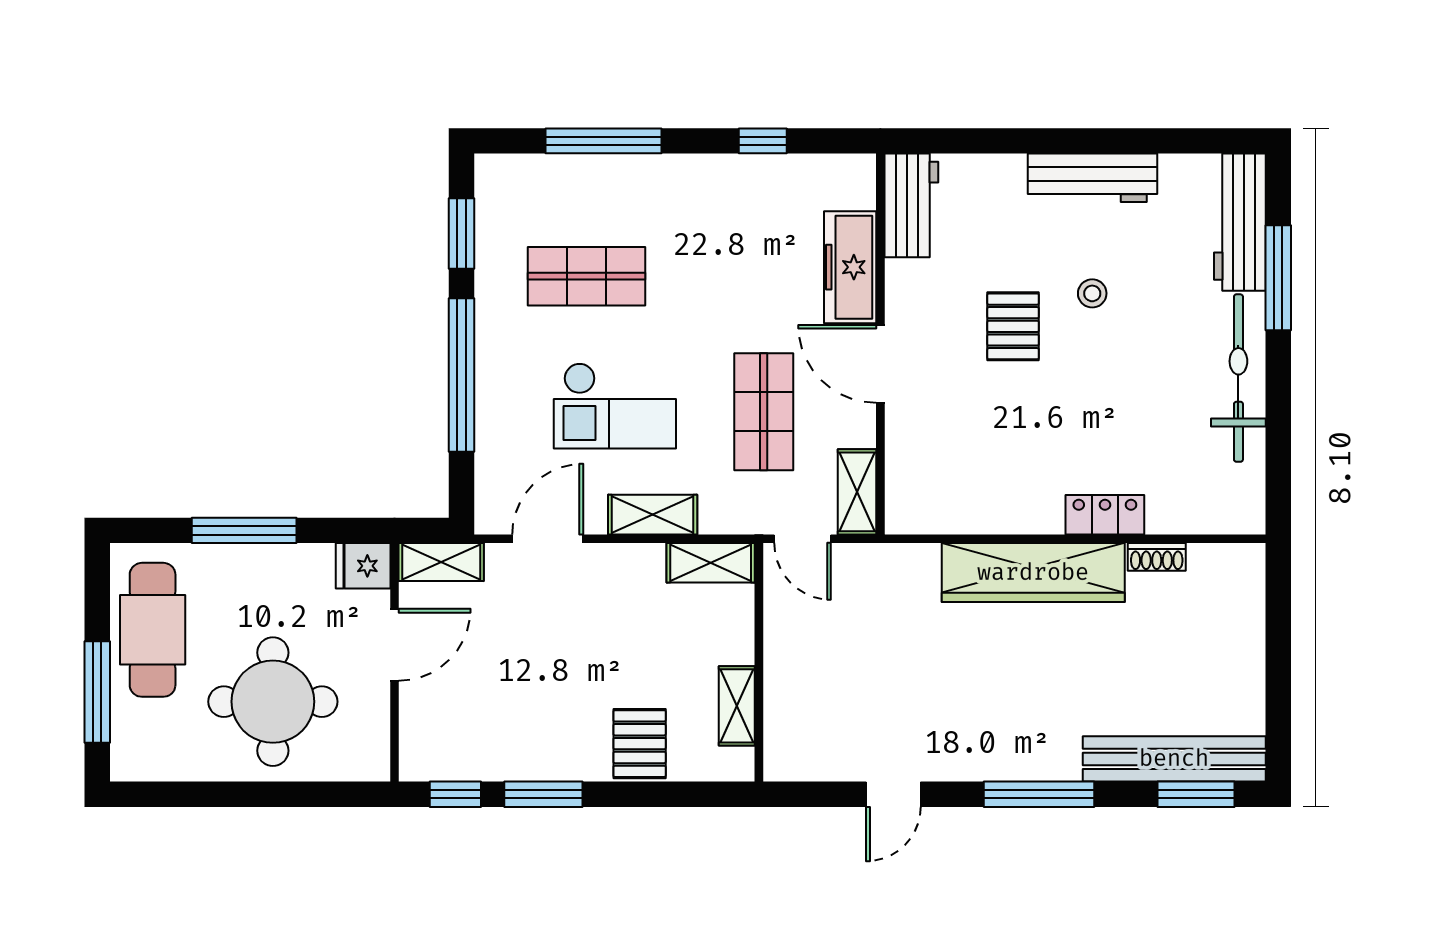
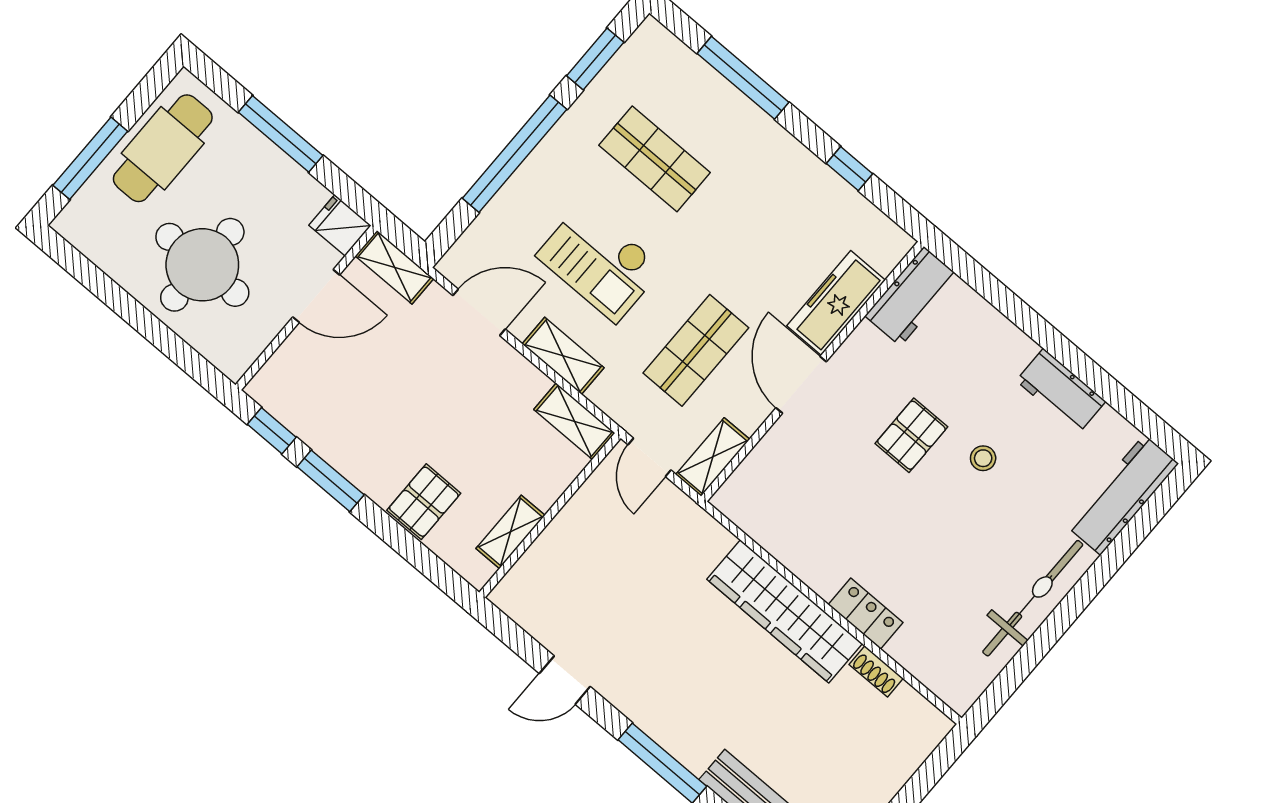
workbench: (1092, 178) -> (1061, 391), width x0.73
window: (1278, 278) -> (1117, 554), removed

